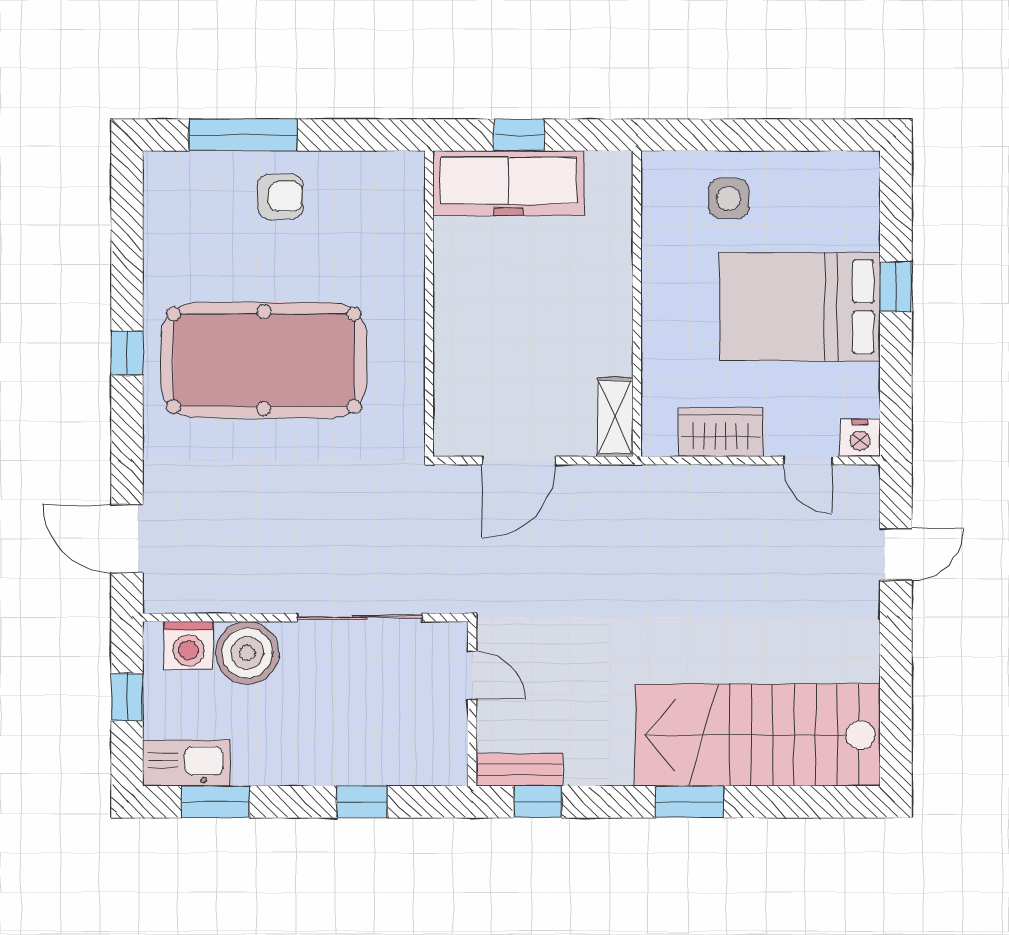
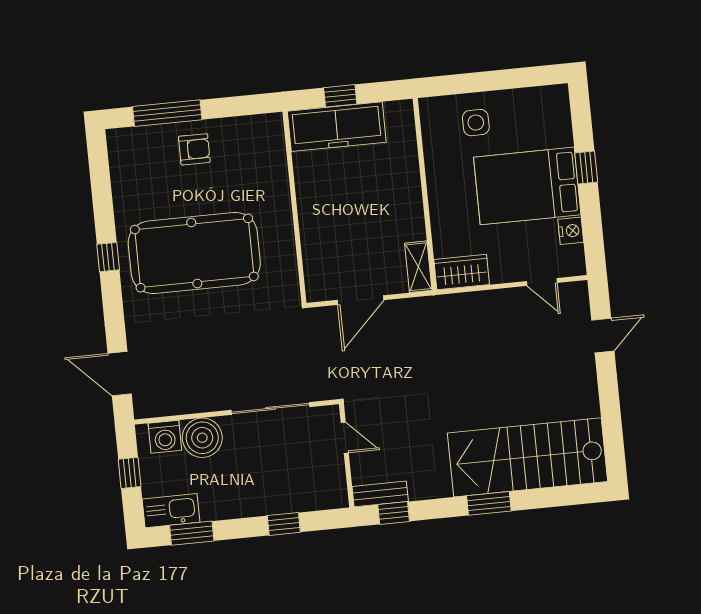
wardrobe: (721, 432) -> (462, 272), moved
nightstand: (860, 438) -> (571, 231), moved, turned -90

